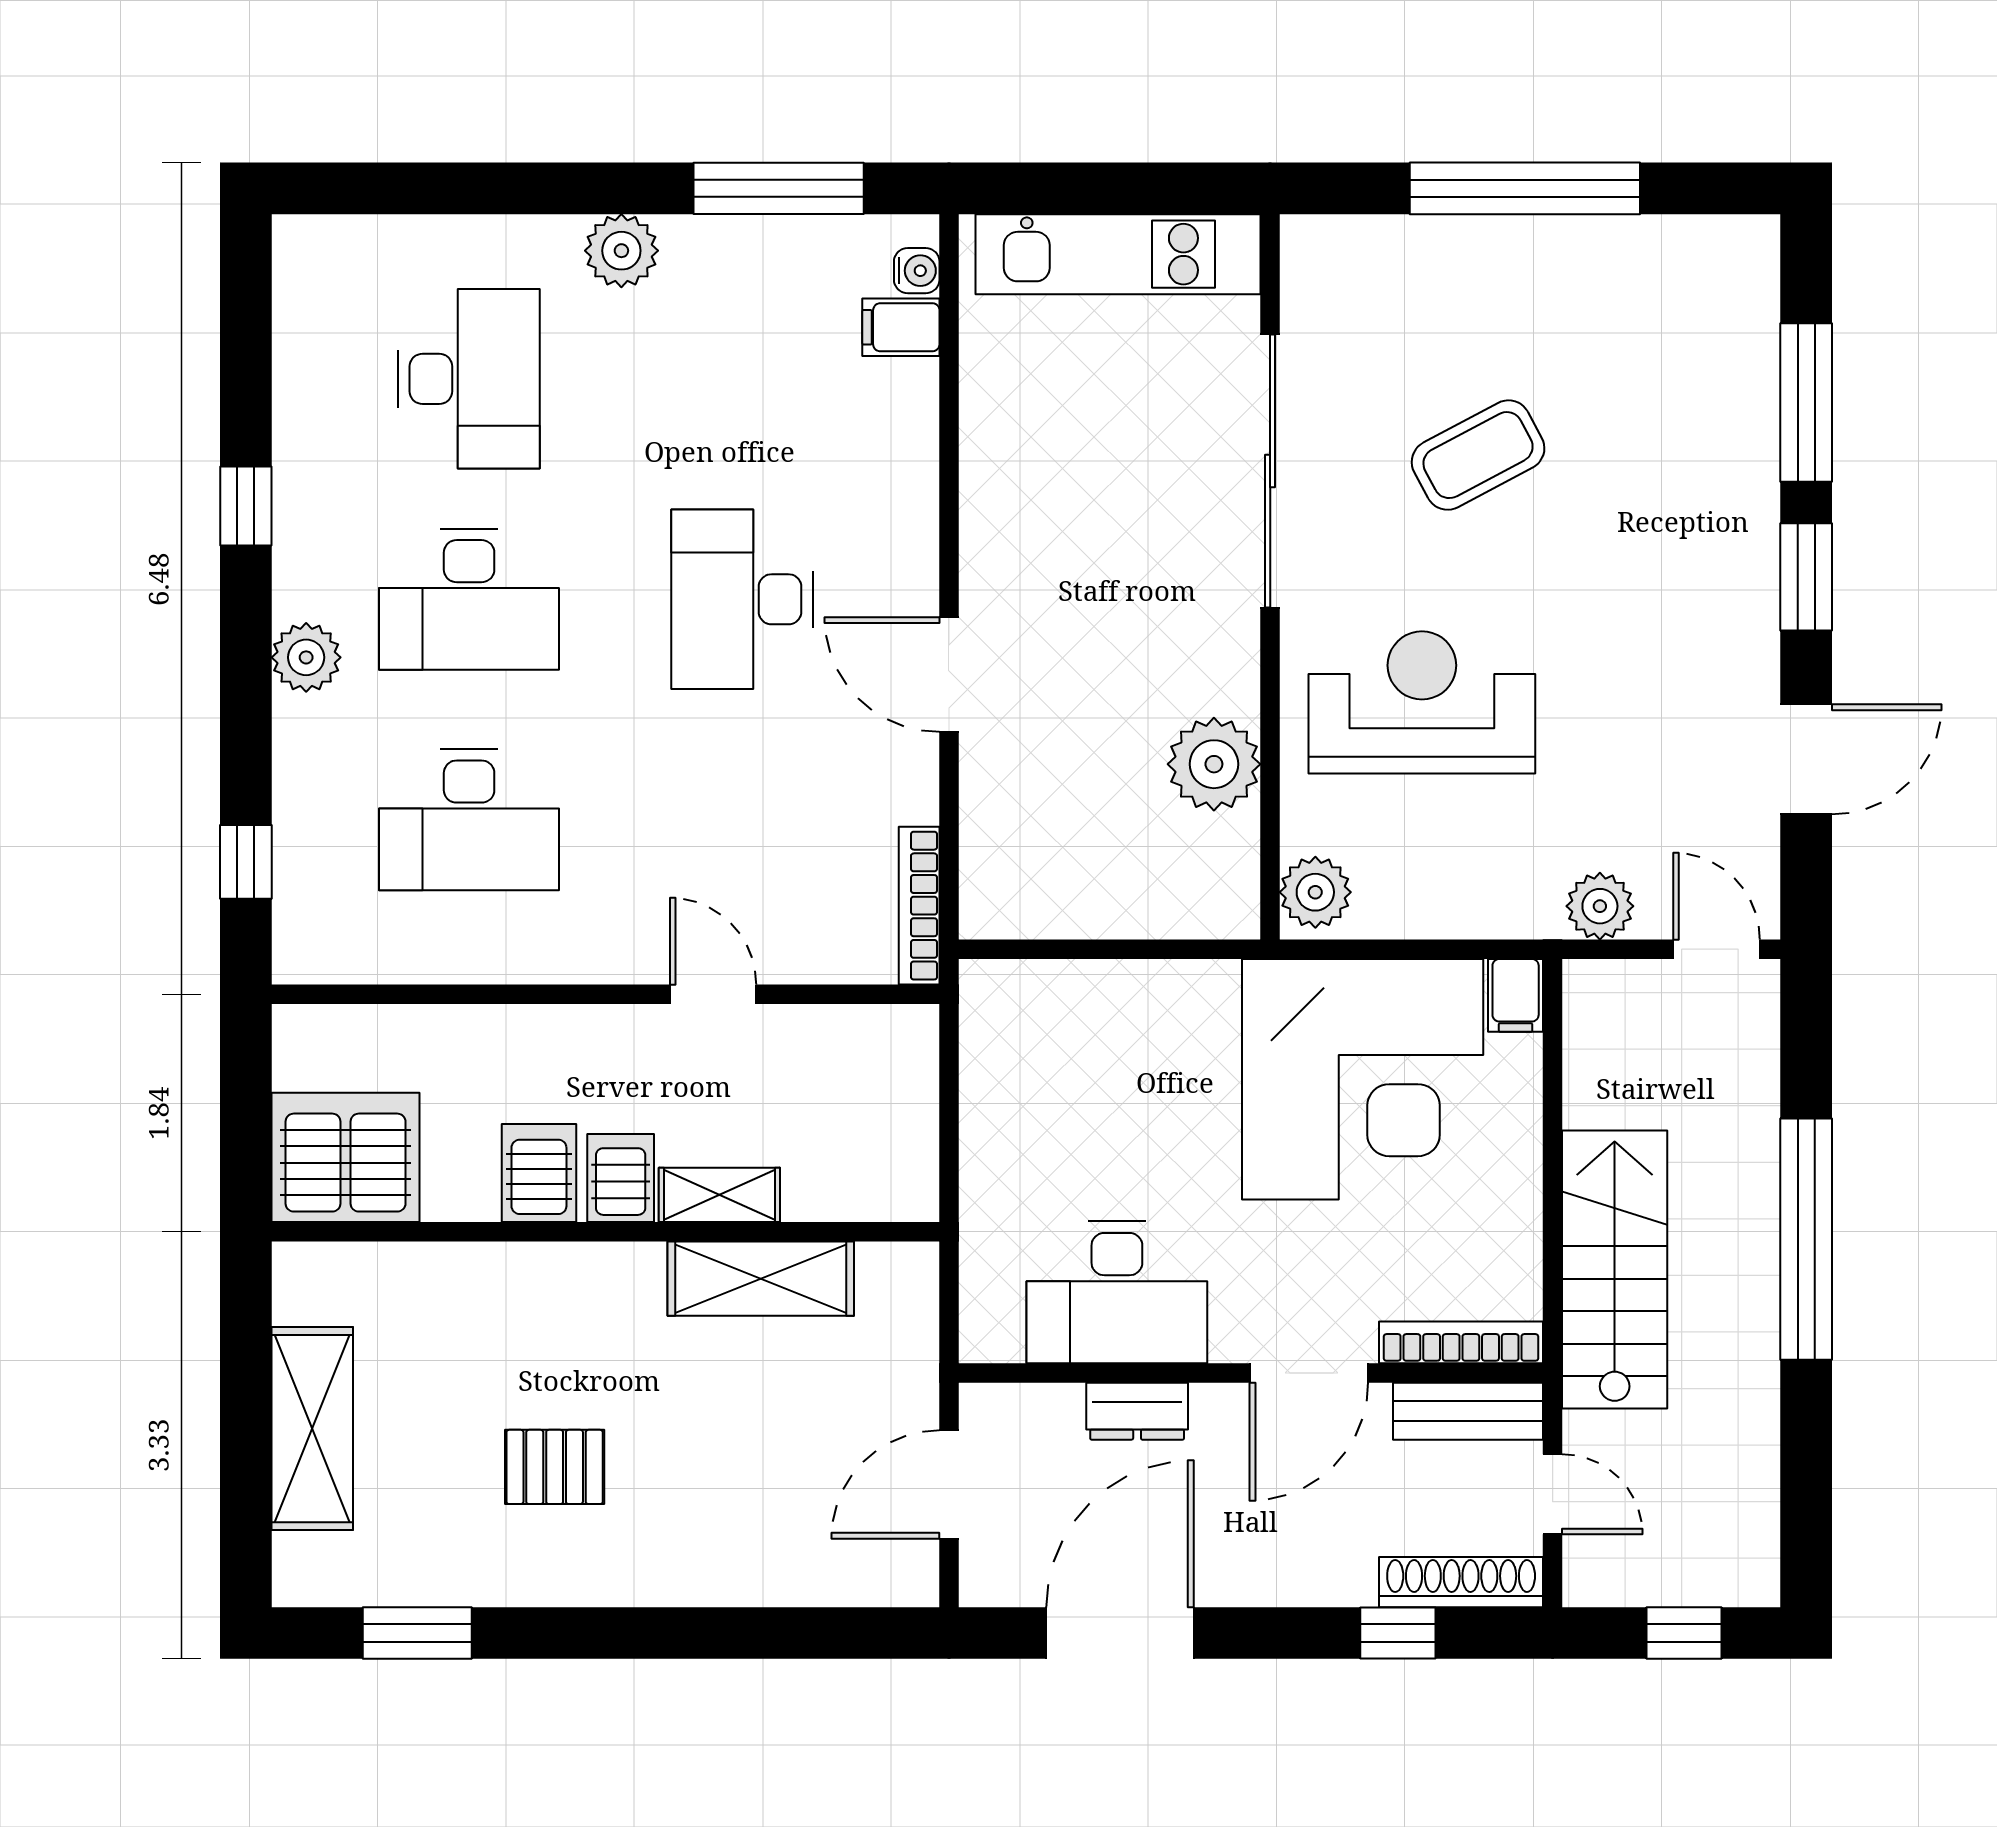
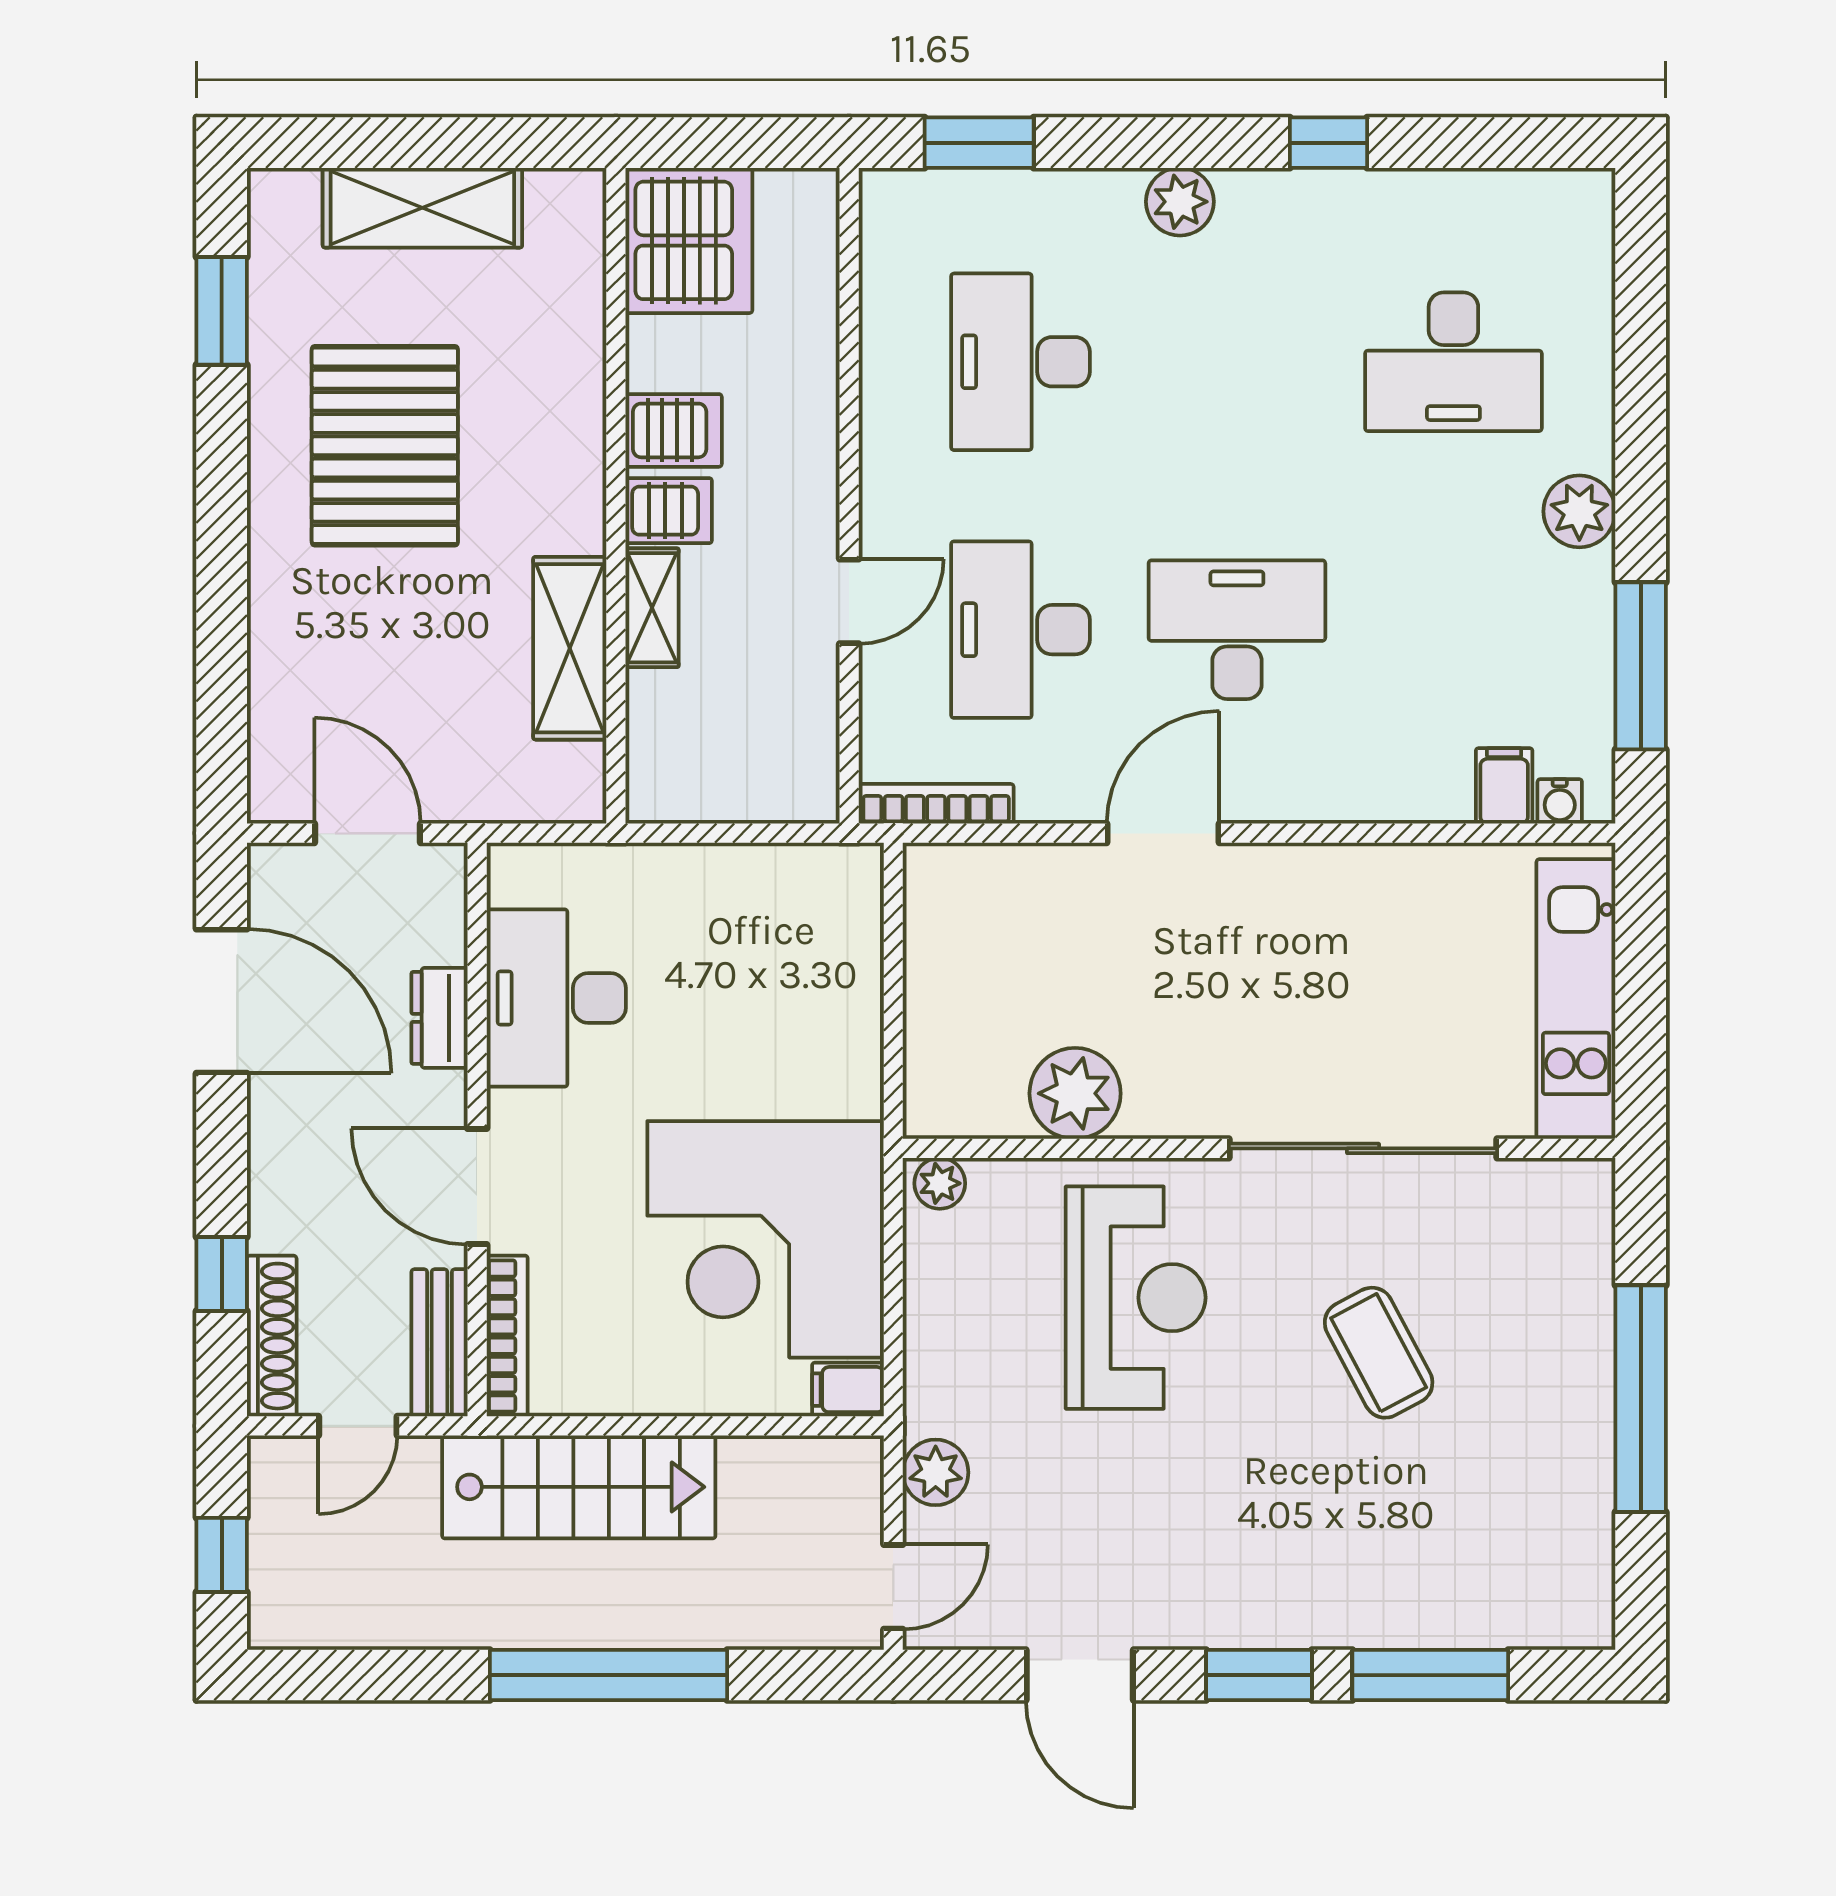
desk: (469, 599) -> (1020, 630), moved
window: (246, 862) -> (979, 143), width x1.50
plant: (1315, 892) -> (940, 1183), width x0.73, depth x0.73
pallet: (555, 1467) -> (385, 446), width x2.05, depth x2.00

